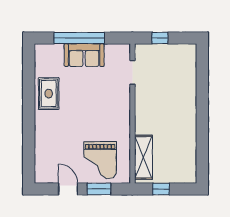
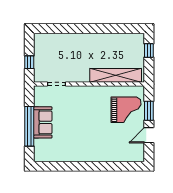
rug: (49, 94) -> (73, 150), removed
shelving: (143, 157) -> (116, 75), width x1.47
window: (161, 189) -> (149, 50), moved

